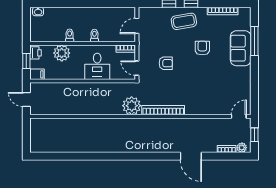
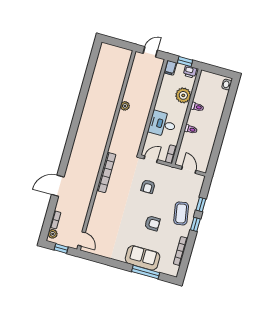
plant: (132, 106) -> (125, 106), moved, width x0.53, depth x0.53

